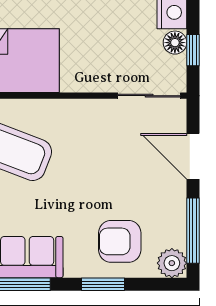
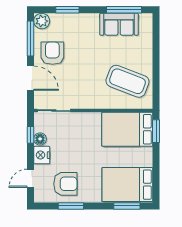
armchair: (120, 241) -> (52, 53), moved, turned -90
window: (103, 284) -> (67, 10), moved

